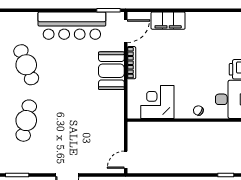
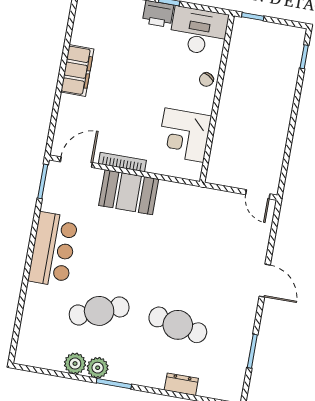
filing cabinet: (168, 21) -> (77, 71), moved
bar counter: (72, 26) -> (53, 249), width x0.73
door: (126, 31) -> (76, 162), hinge flipped

